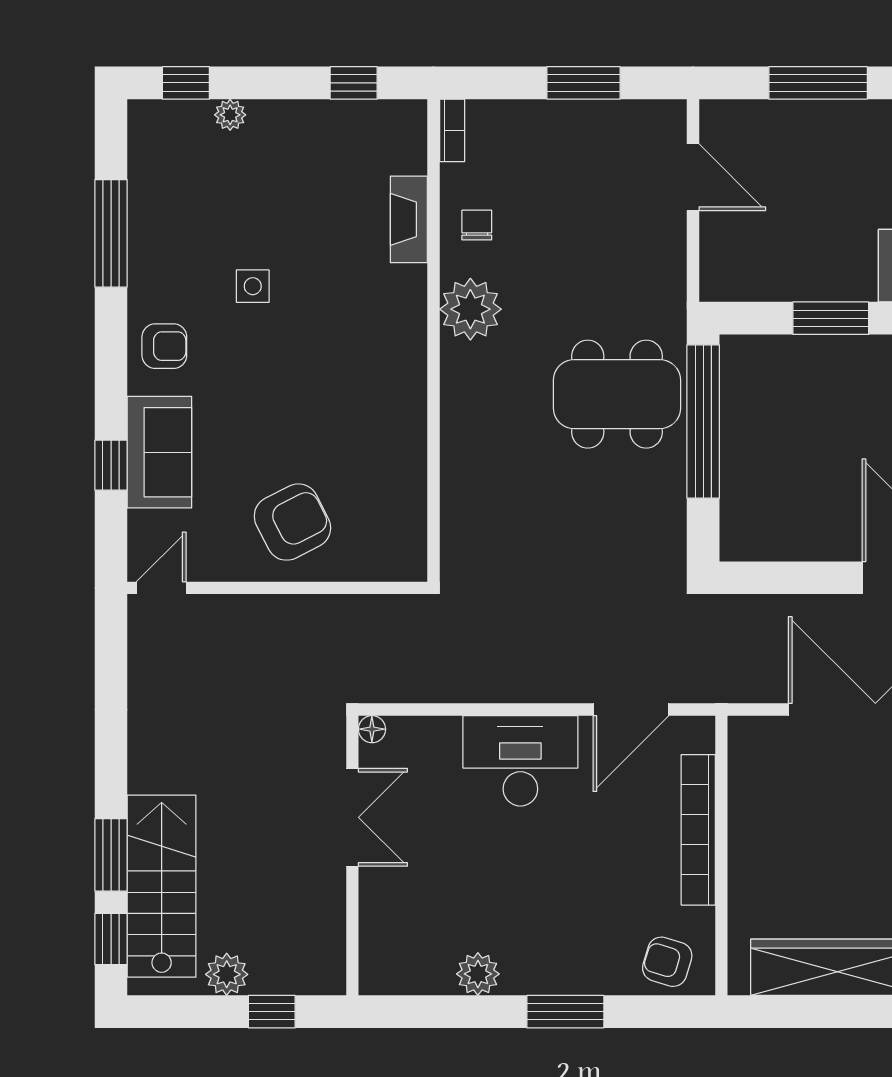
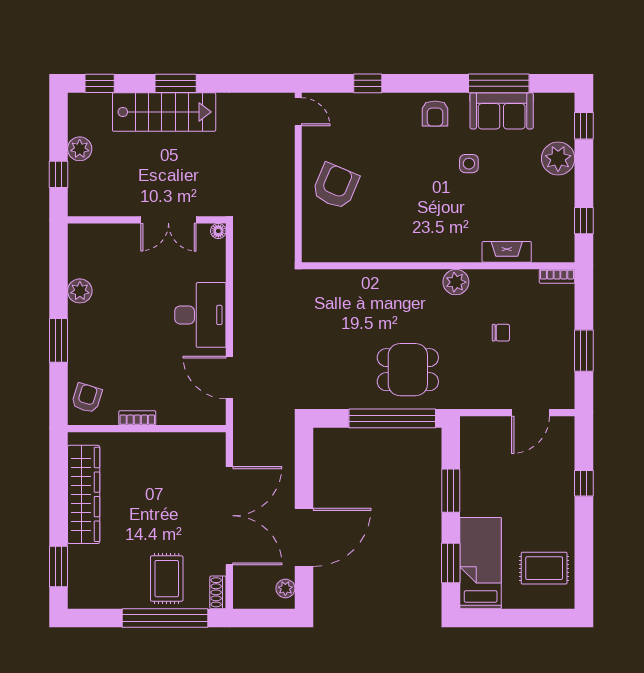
window: (818, 83) -> (584, 483), width x0.46
plant: (230, 115) -> (558, 159), width x1.87, depth x1.87
chair: (477, 225) -> (501, 333), moved
plant: (470, 309) -> (456, 282), width x0.73, depth x0.73
dining table: (617, 394) -> (408, 370), width x0.73
sofa: (159, 452) -> (502, 111), moved
armchair: (292, 522) -> (336, 186), turned -130
bookcase: (698, 830) -> (137, 418), width x0.43, depth x0.76
window: (111, 855) -> (176, 83), moved
stairs: (162, 886) -> (164, 112), moved

